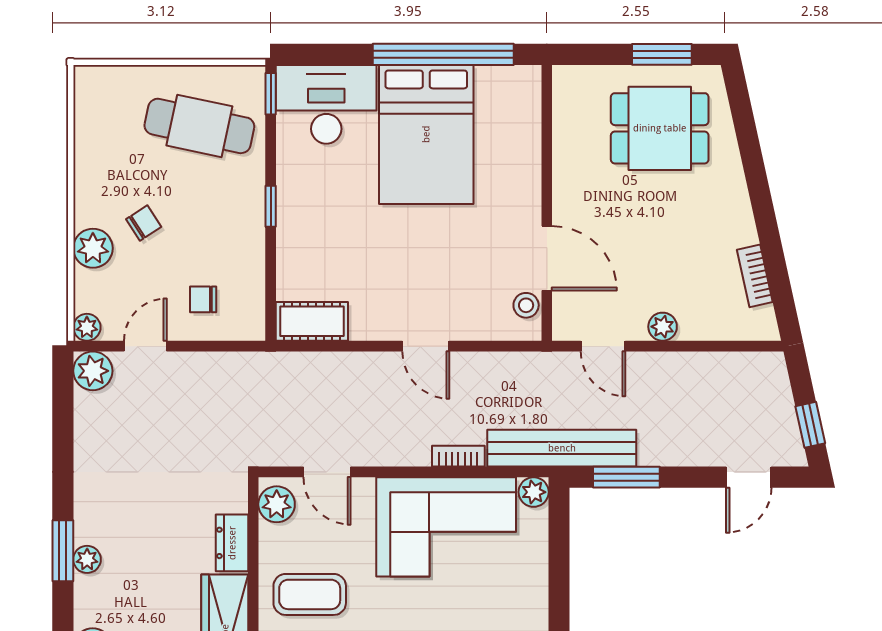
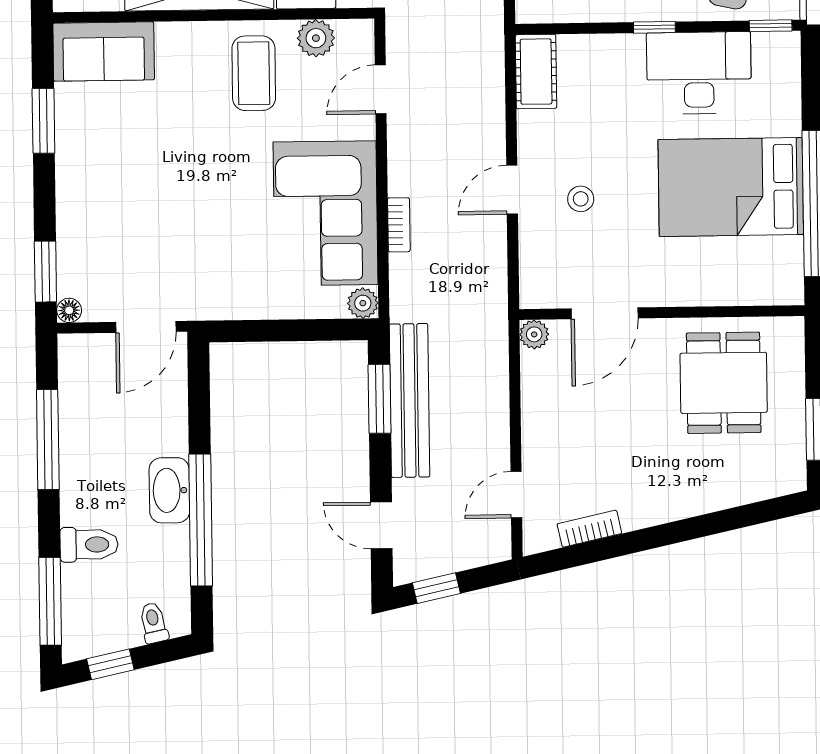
desk: (326, 104) -> (699, 73), moved, turned -90
dining table: (660, 128) -> (724, 383), moved
stool: (526, 305) -> (581, 199), moved
plant: (663, 327) -> (534, 334), moved
door: (603, 346) -> (516, 495), moved
bench: (562, 448) -> (410, 400), moved
plant: (277, 504) -> (316, 38), moved

